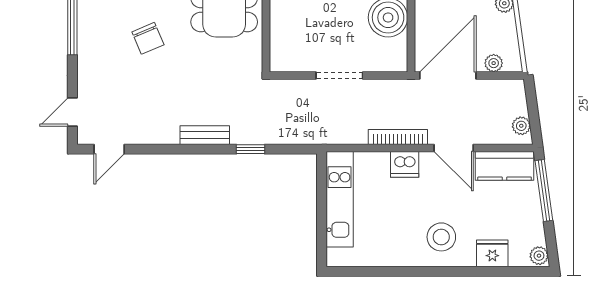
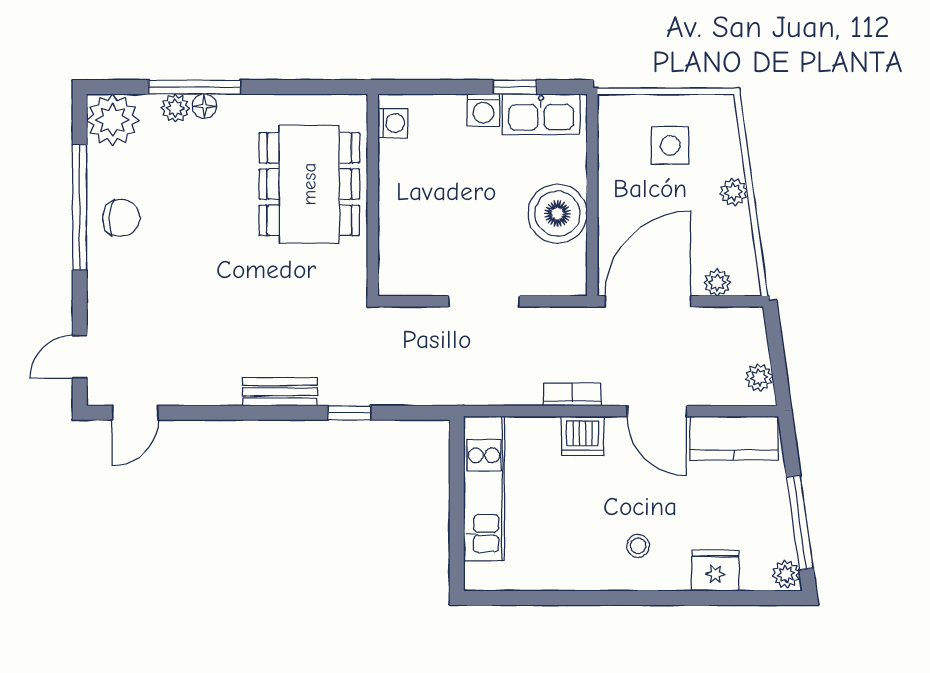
chair: (148, 38) -> (121, 218), moved, turned -64
bookcase: (398, 137) -> (572, 394), width x0.64
window: (544, 190) -> (800, 523), moved
stool: (441, 237) -> (638, 546), width x0.53, depth x0.53

